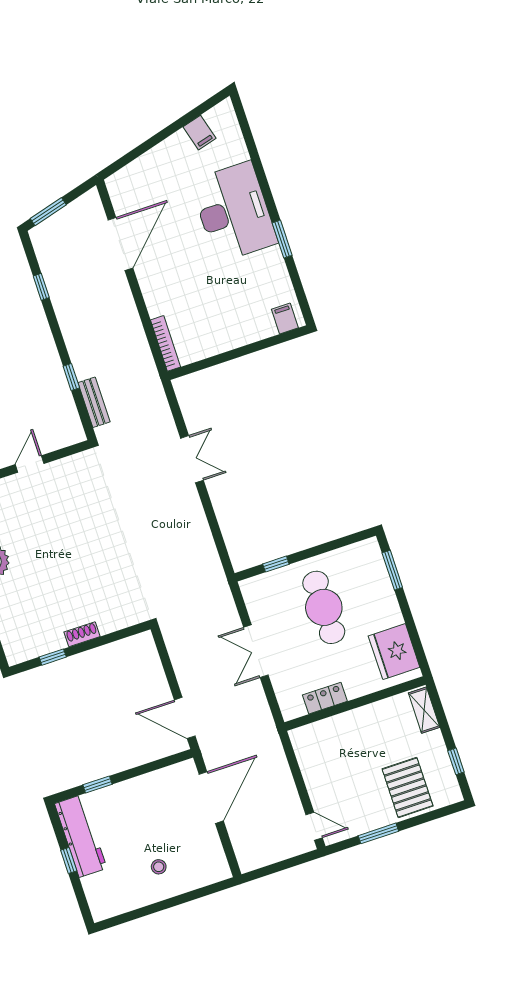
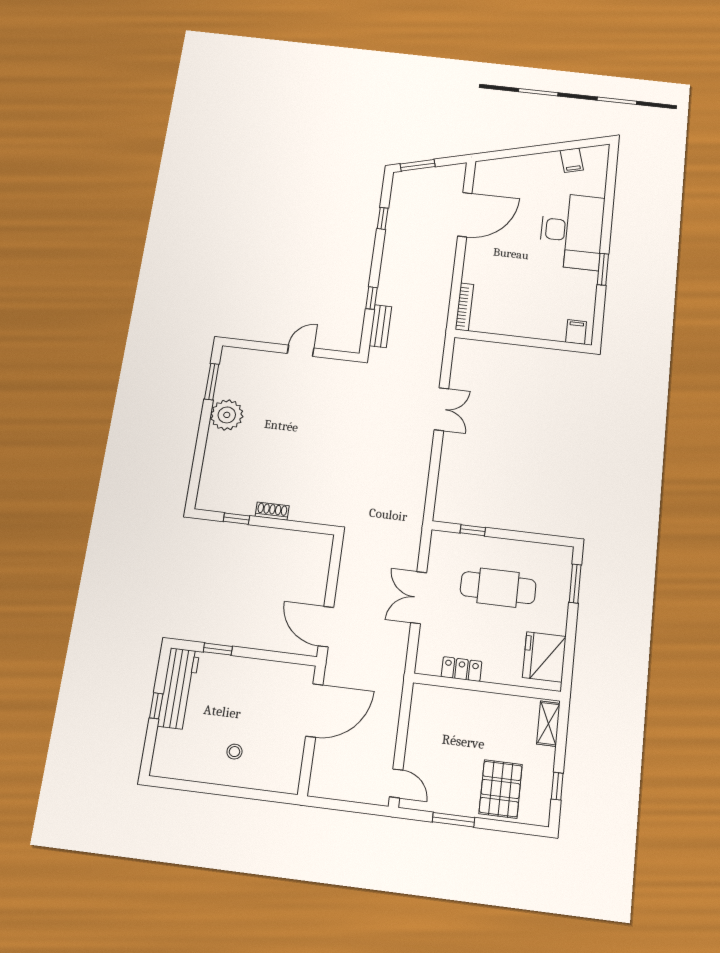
cafe table: (324, 607) -> (498, 588), turned 90

